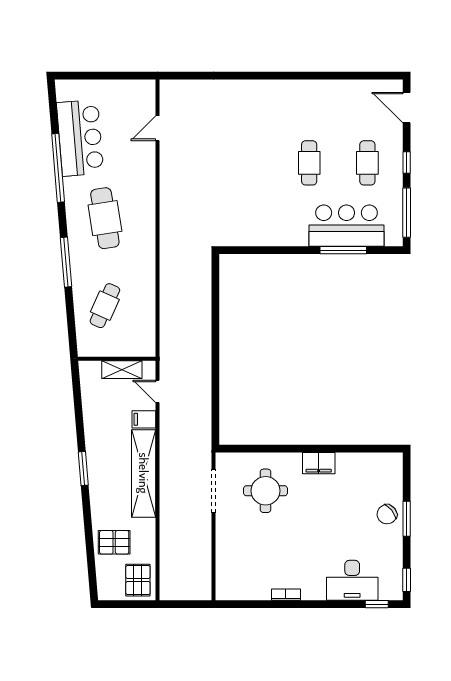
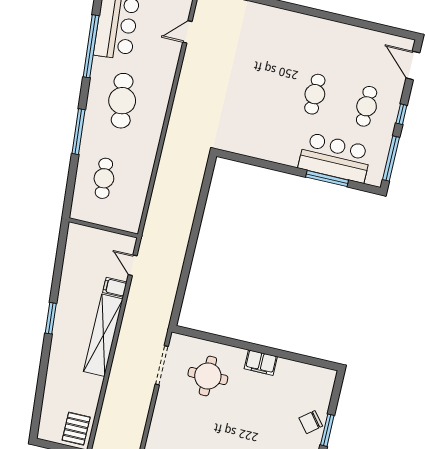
cafe table: (105, 306) -> (104, 178), turned -30
shelving: (122, 370) -> (106, 239), removed
pallet: (114, 542) -> (63, 390), removed

